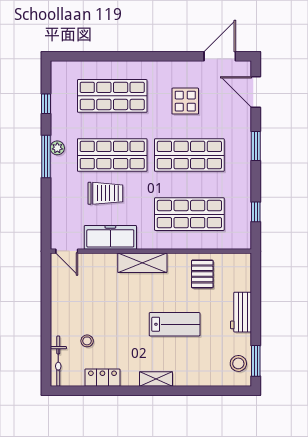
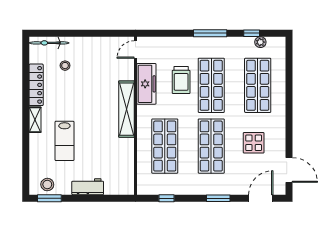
plant: (57, 148) -> (260, 42), moved
shelving: (142, 263) -> (126, 109), width x1.47
pallet: (202, 274) -> (118, 156), removed
lab bench: (175, 324) -> (64, 141), moved
locker: (102, 378) -> (36, 85), width x1.53

